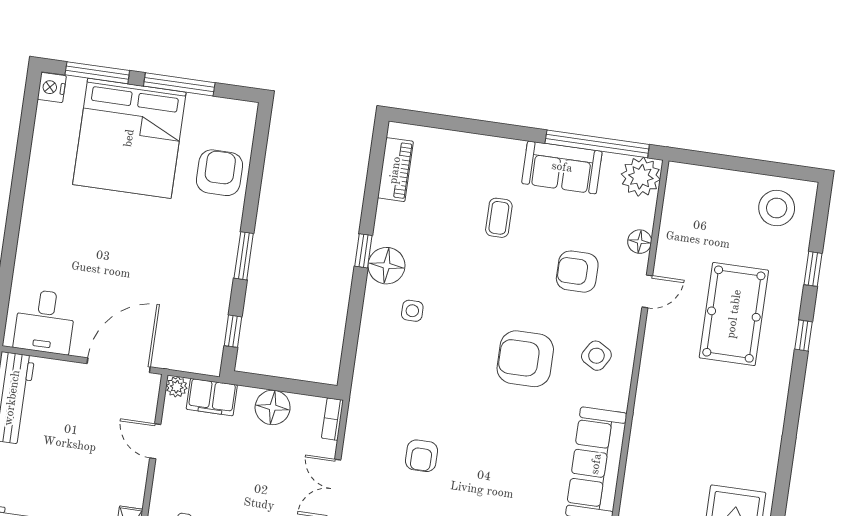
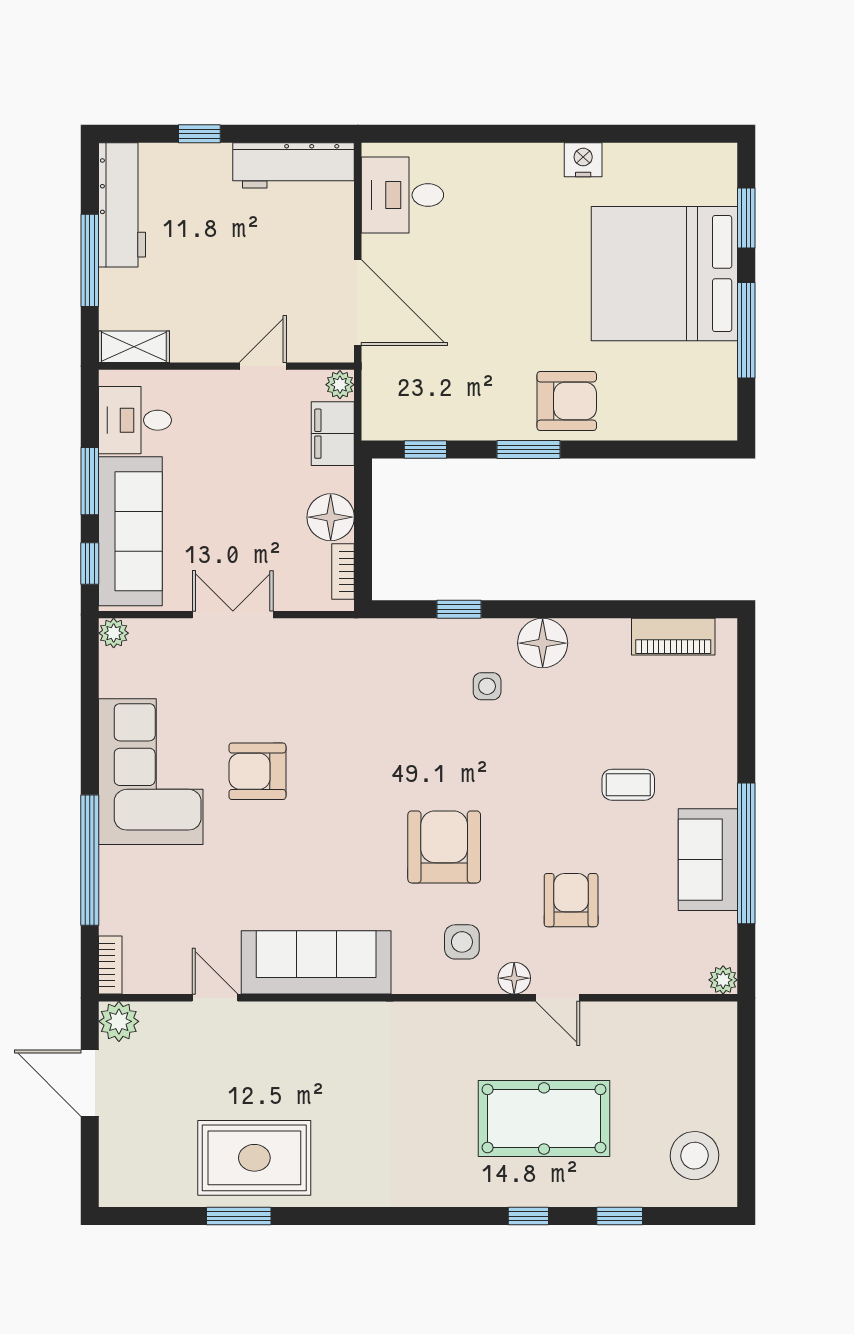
window: (97, 73) -> (746, 218), width x0.69
nightstand: (52, 87) -> (583, 160), moved
window: (597, 144) -> (746, 853), moved
armchair: (220, 173) -> (567, 401), moved
plant: (641, 177) -> (723, 980), width x0.53, depth x0.53
floor lamp: (640, 242) -> (514, 978), moved
window: (363, 251) -> (459, 609), moved
side table: (596, 356) -> (462, 942), turned -31
bookcase: (333, 419) -> (343, 571), moved, turned -90
armchair: (422, 456) -> (257, 771), moved, width x1.38, depth x1.38

